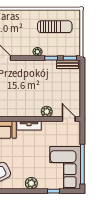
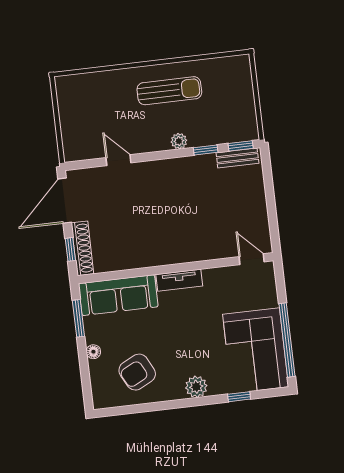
sun lounger: (55, 27) -> (169, 91), moved
plant: (47, 112) -> (209, 250), removed

